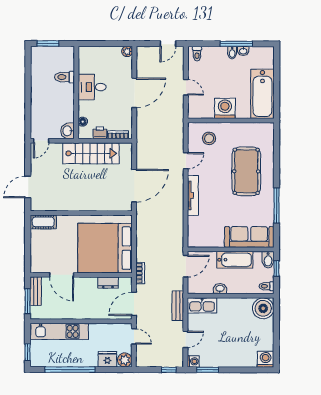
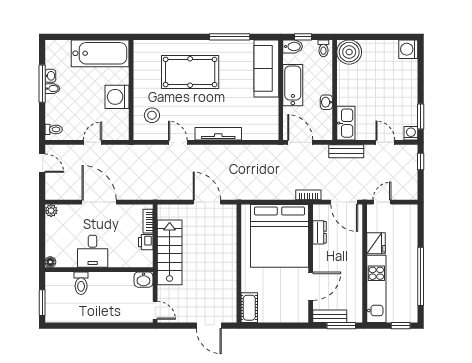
floor lamp: (83, 122) -> (50, 262), moved
door: (134, 186) -> (207, 202), width x0.73
fridge: (107, 359) -> (376, 243), moved, turned 180
plant: (125, 360) -> (409, 213), removed

